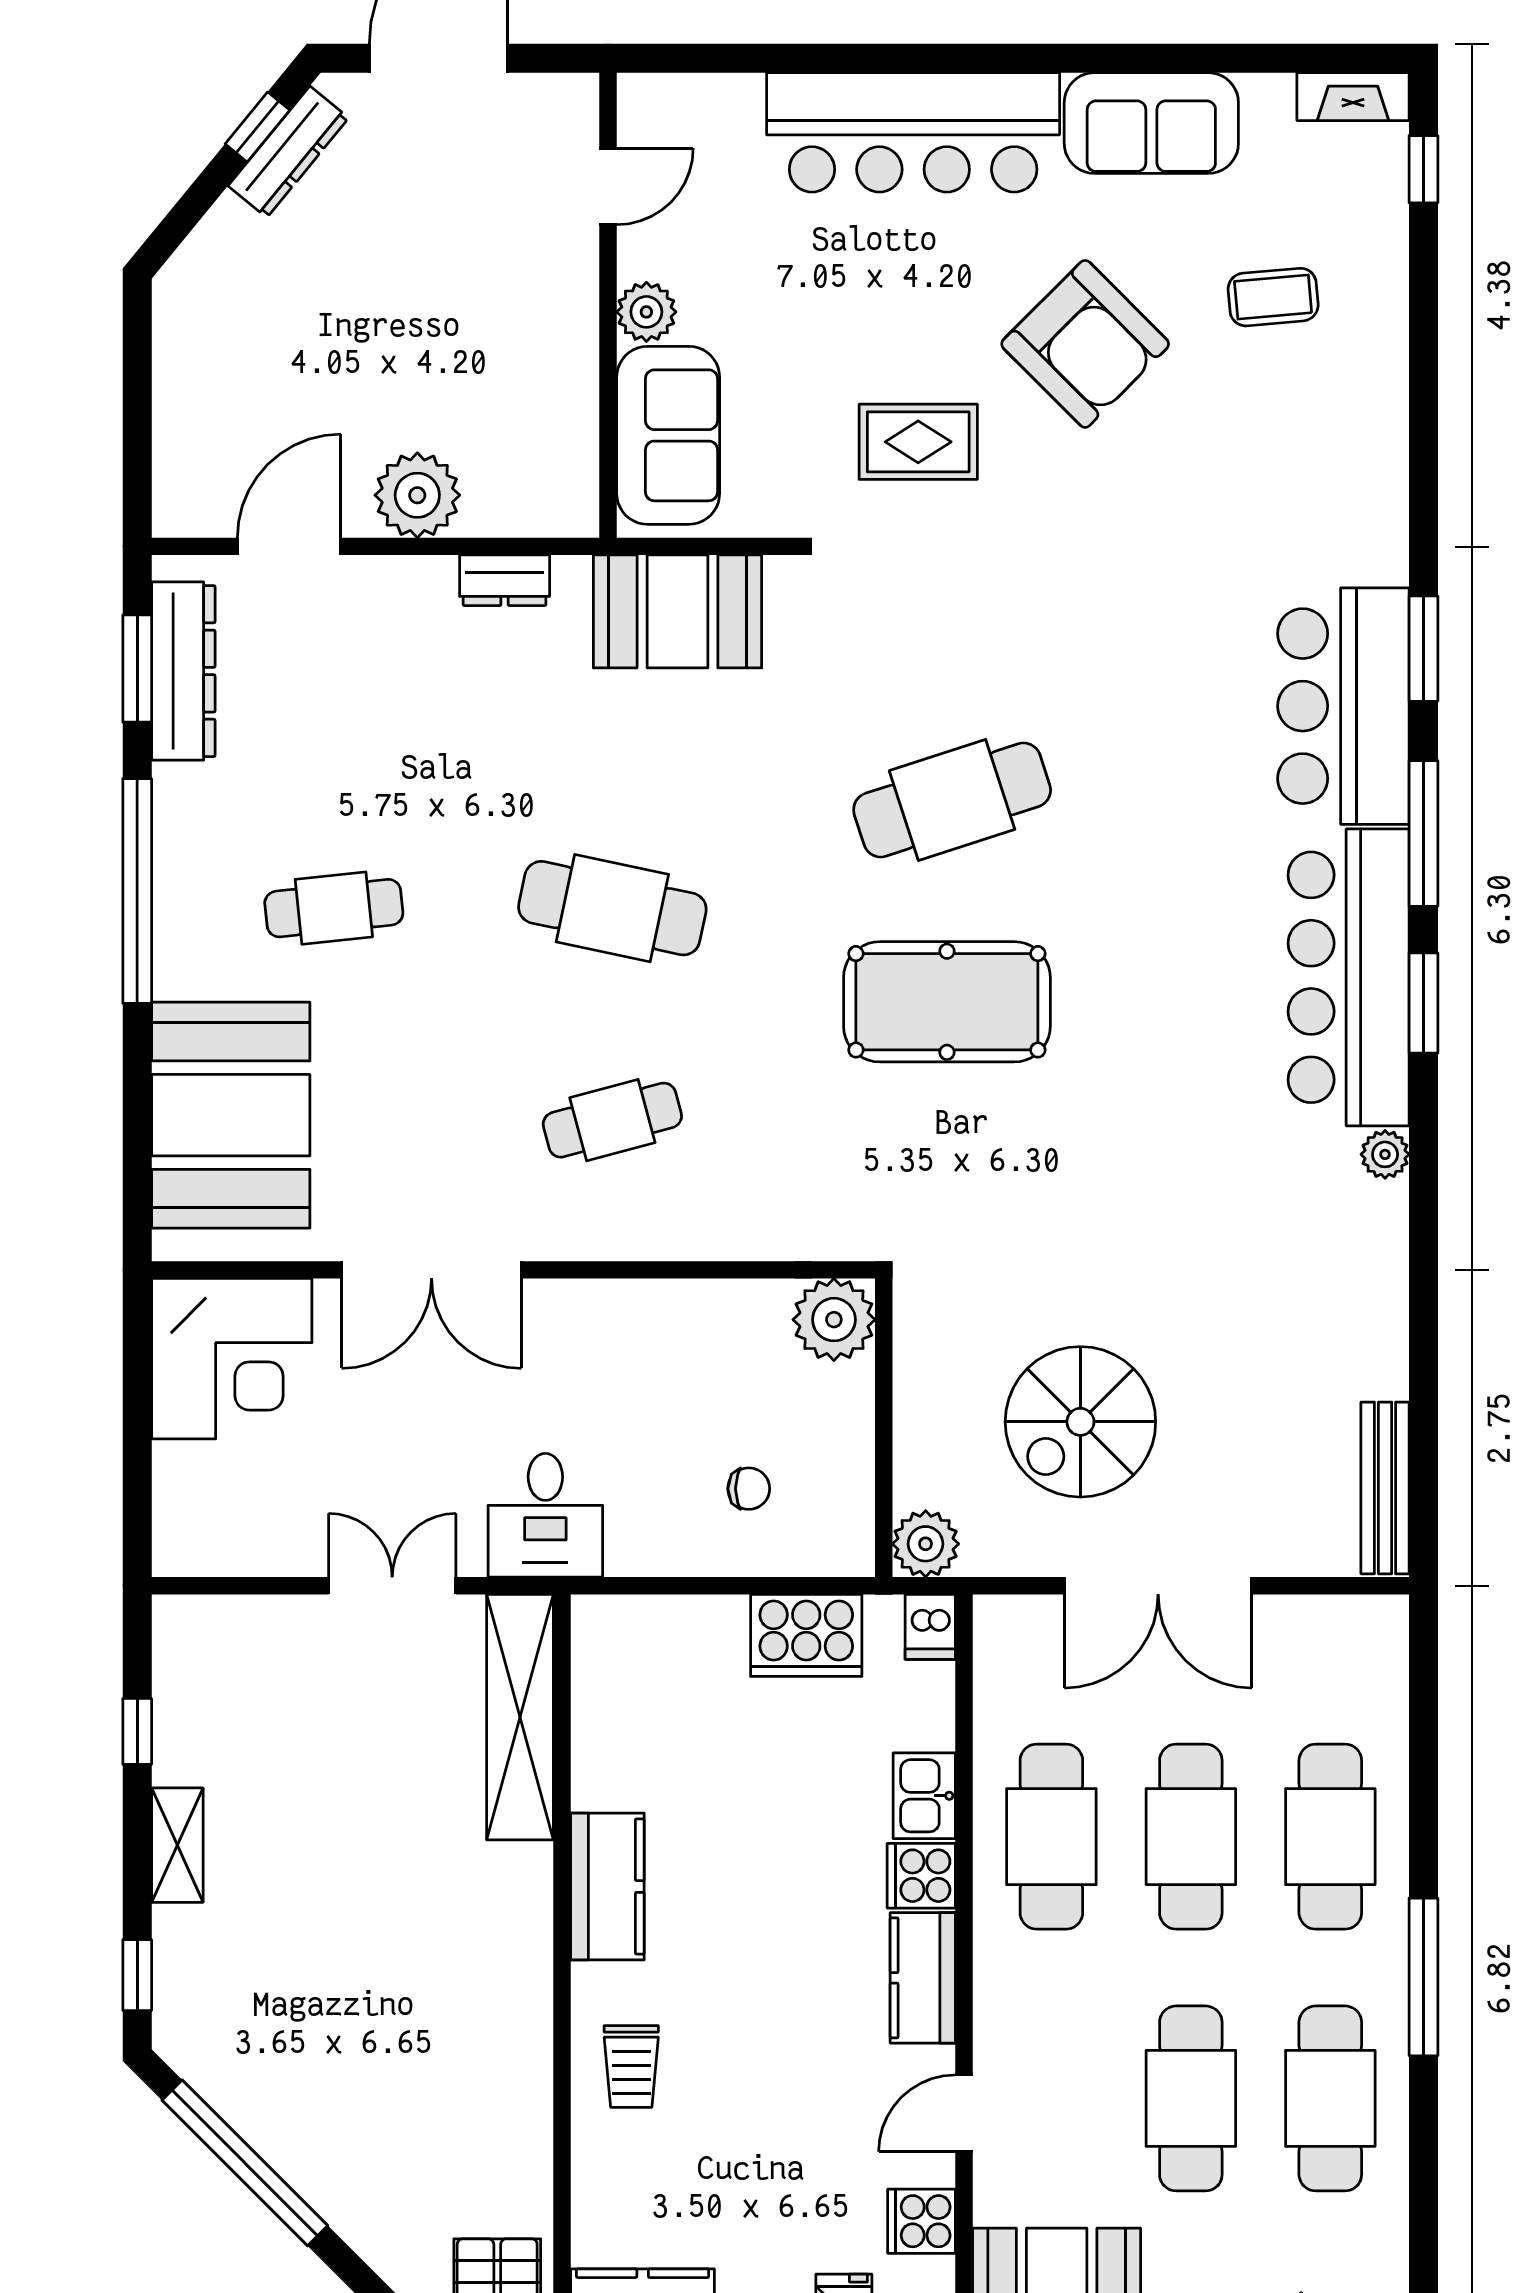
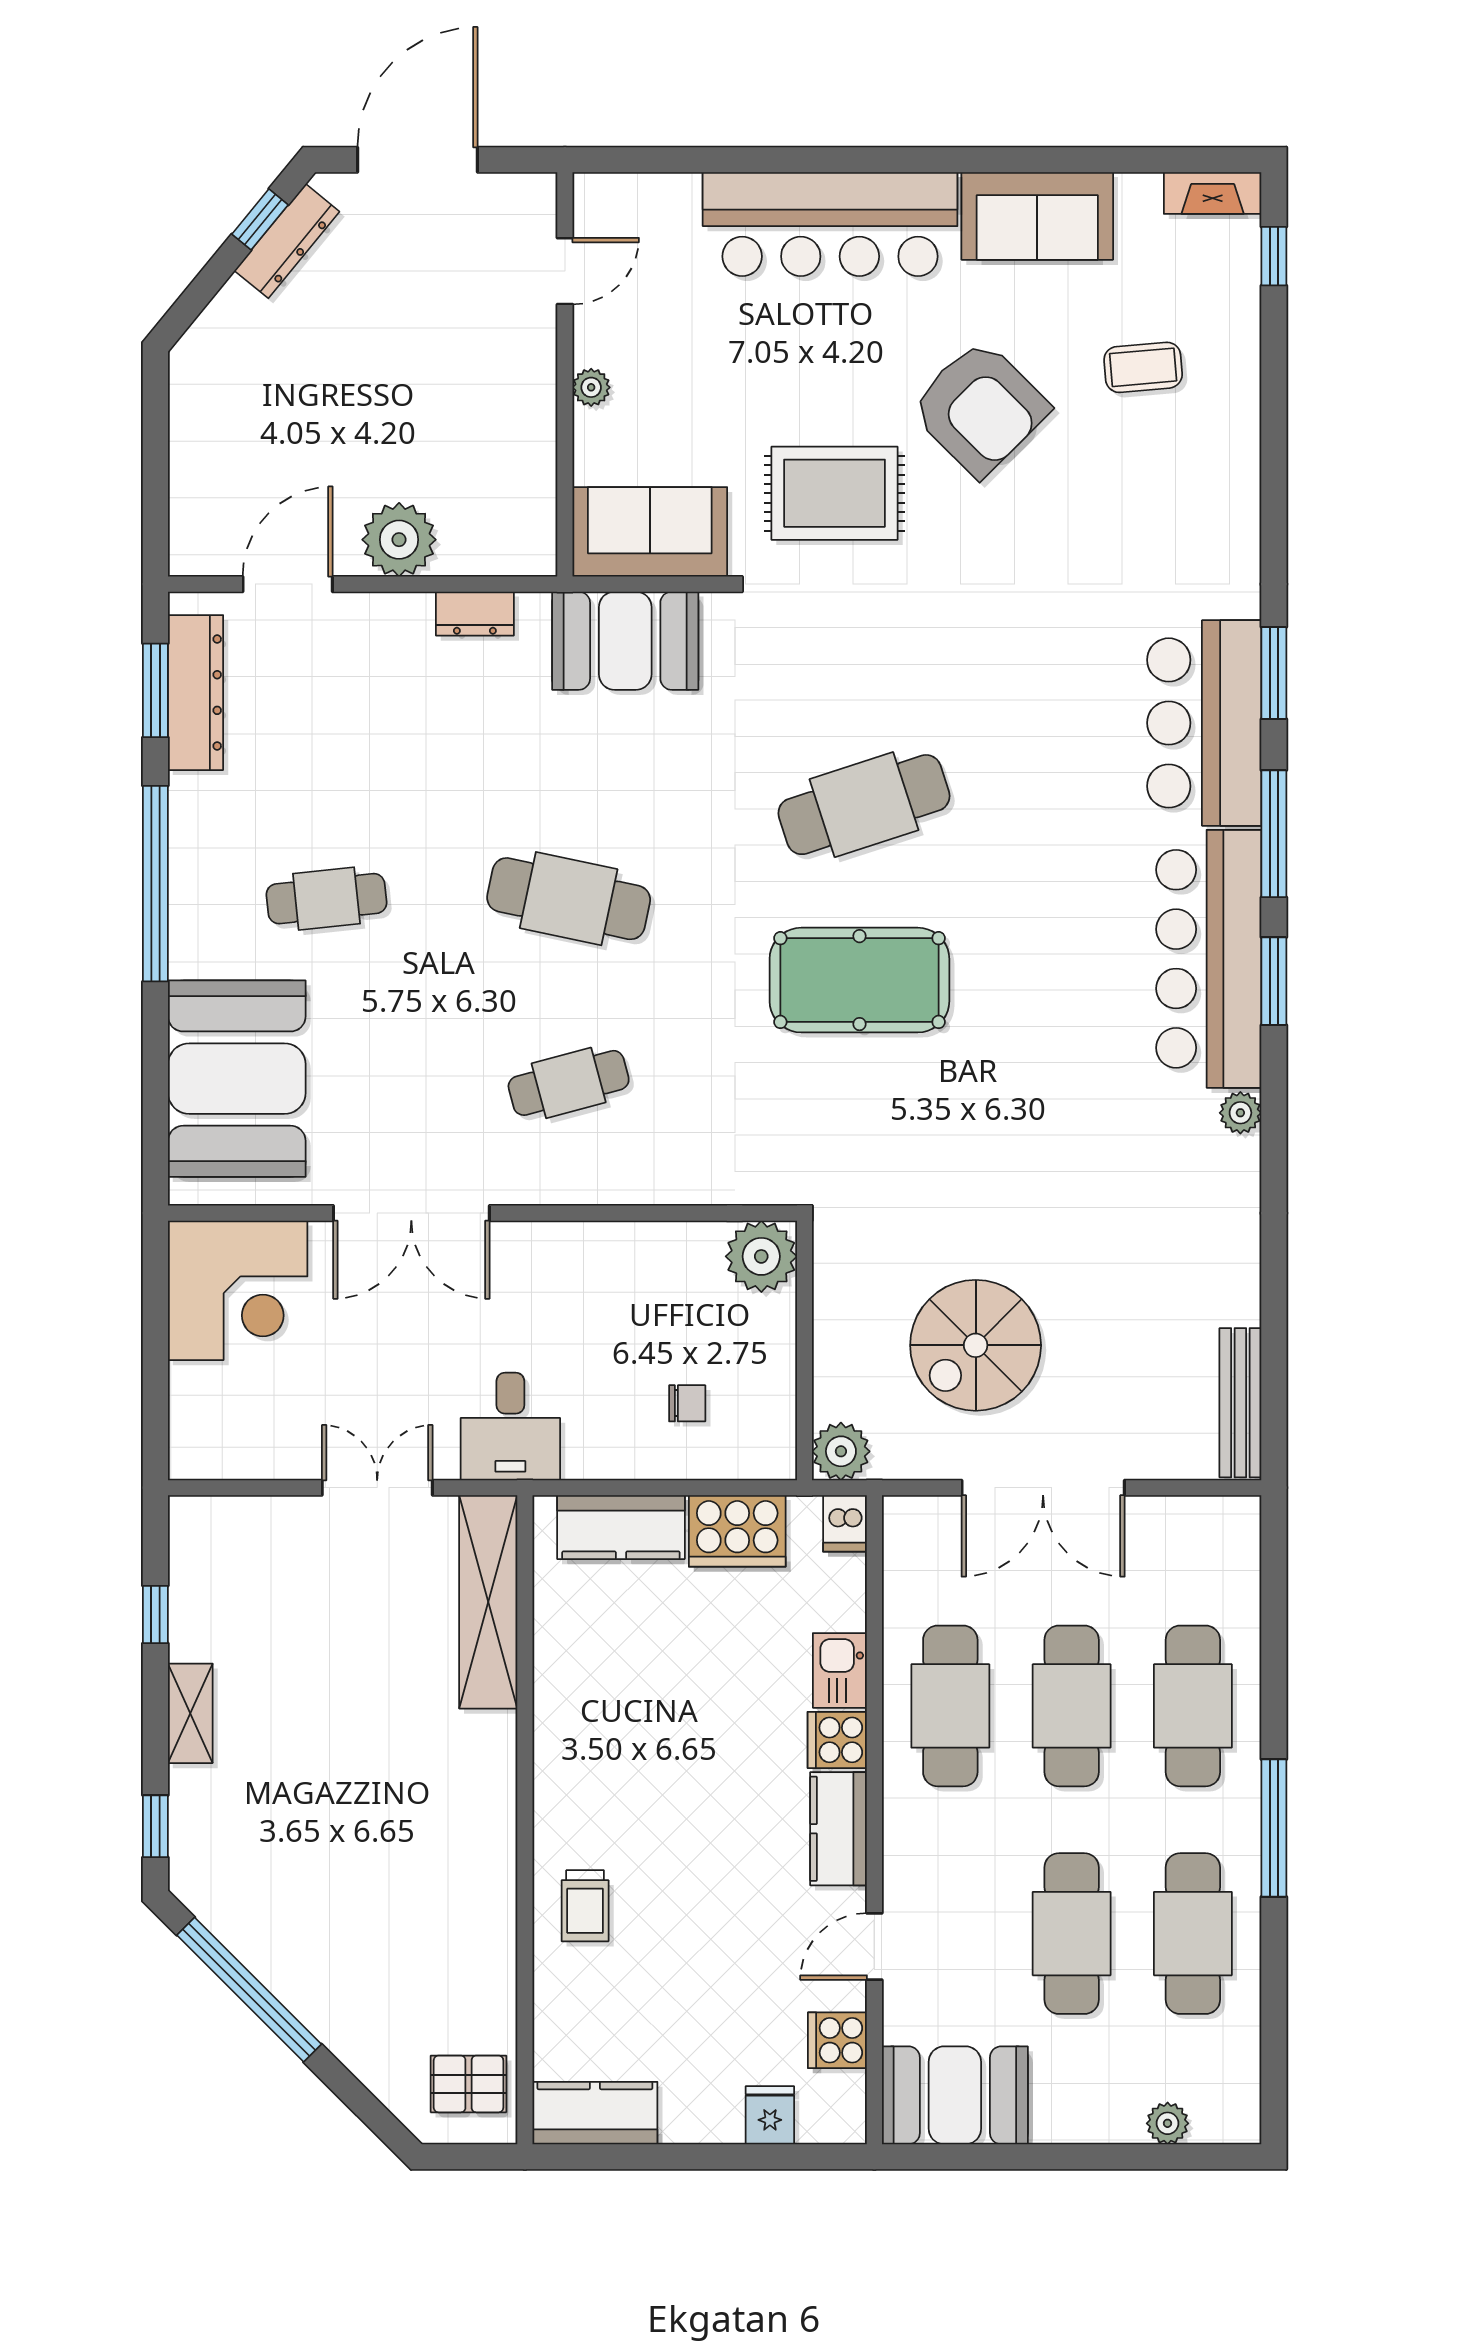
plant: (646, 312) -> (591, 387), width x0.73, depth x0.73
sofa: (668, 435) -> (650, 532), moved, turned -90
rug: (918, 442) -> (835, 493), width x1.36, depth x1.43
kitchen counter: (607, 1886) -> (621, 1527), moved, turned 90

